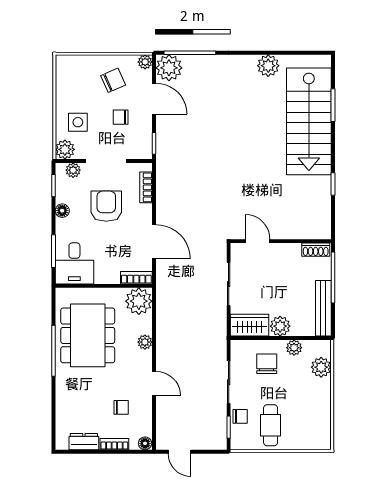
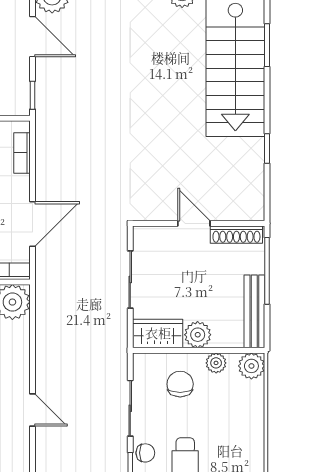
door: (258, 241) -> (194, 223), moved
door: (154, 242) -> (33, 224), hinge flipped
shoe rack: (316, 250) -> (236, 235), width x1.43
plant: (145, 342) -> (20, 356), removed
plant: (321, 367) -> (251, 366), moved

